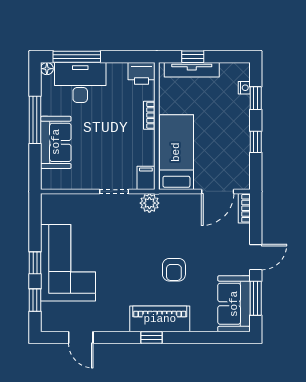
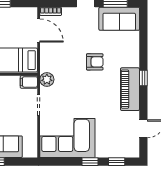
corner sofa: (68, 263) -> (67, 138), moved
piano: (160, 319) -> (130, 89), moved

